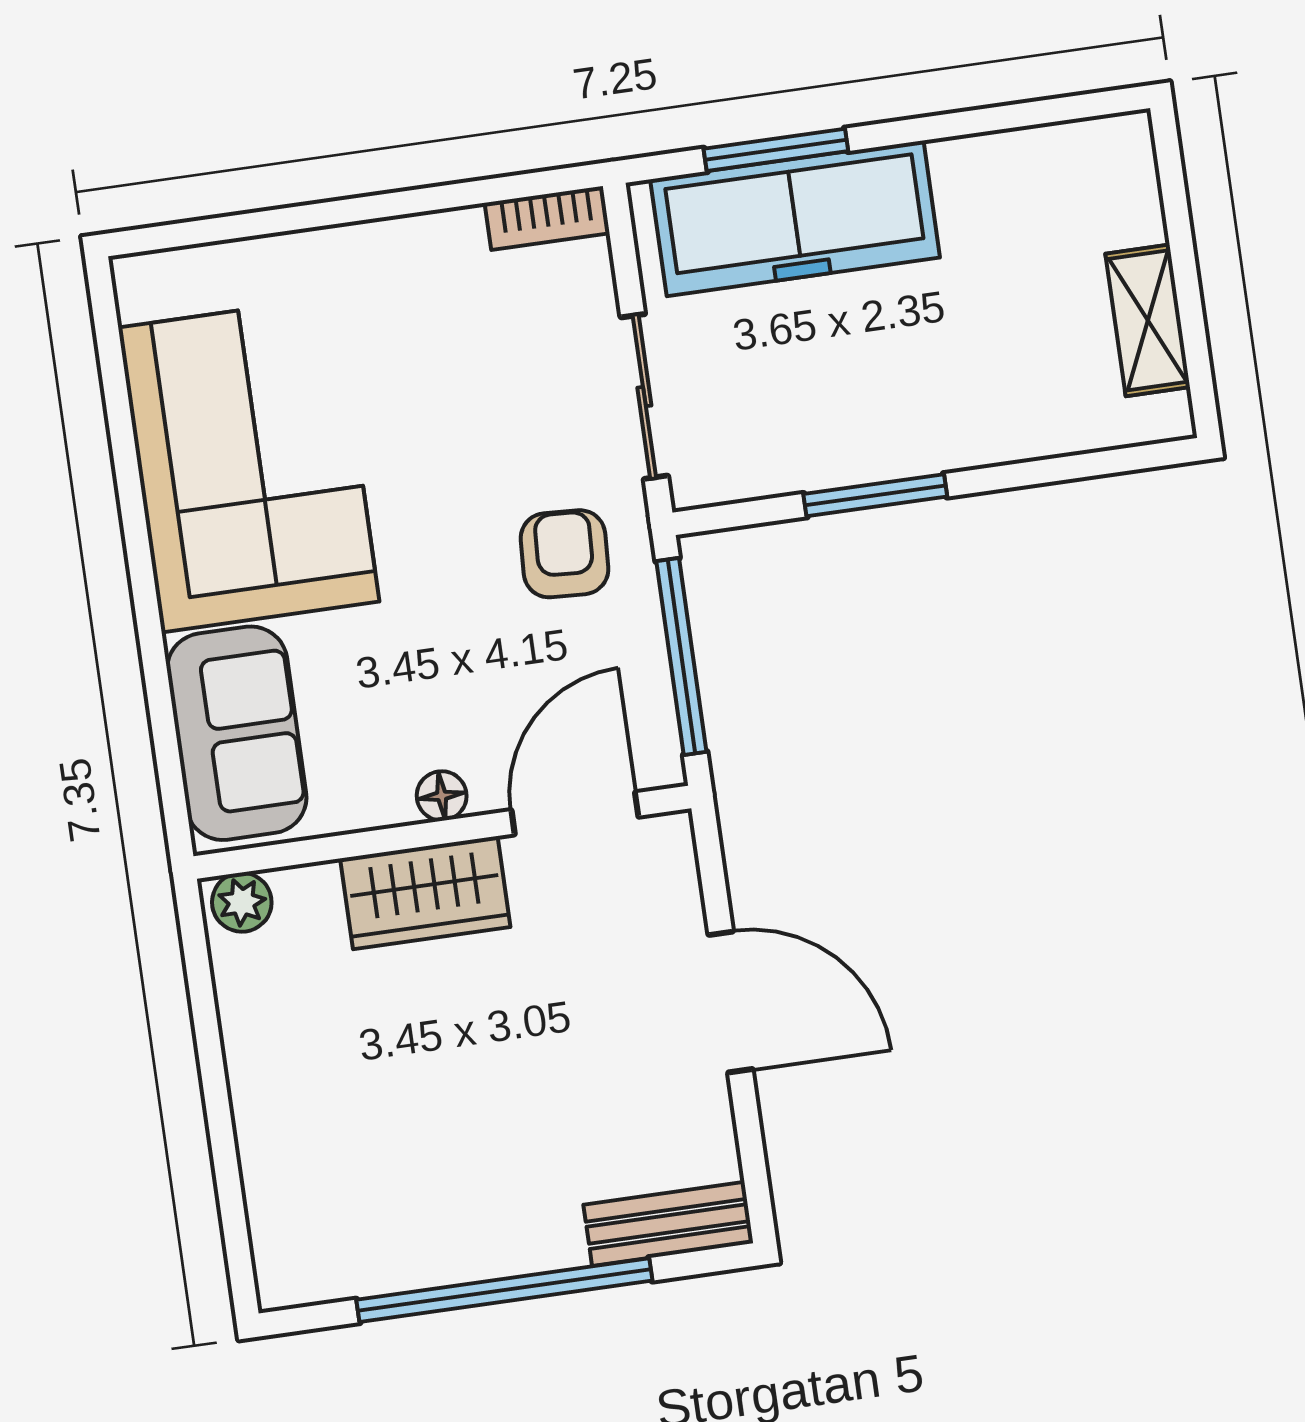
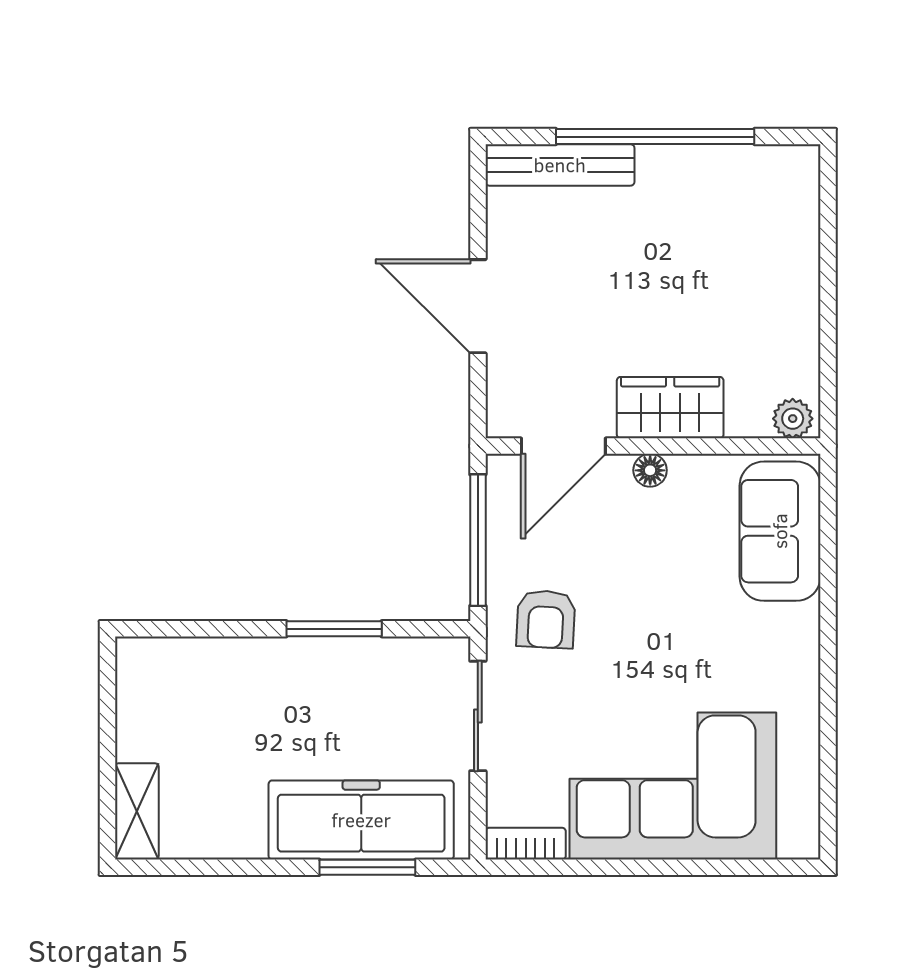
shelving: (1148, 320) -> (137, 811), moved
corner sofa: (249, 465) -> (673, 786), moved, turned 90
bench: (668, 1224) -> (560, 165), width x1.36

